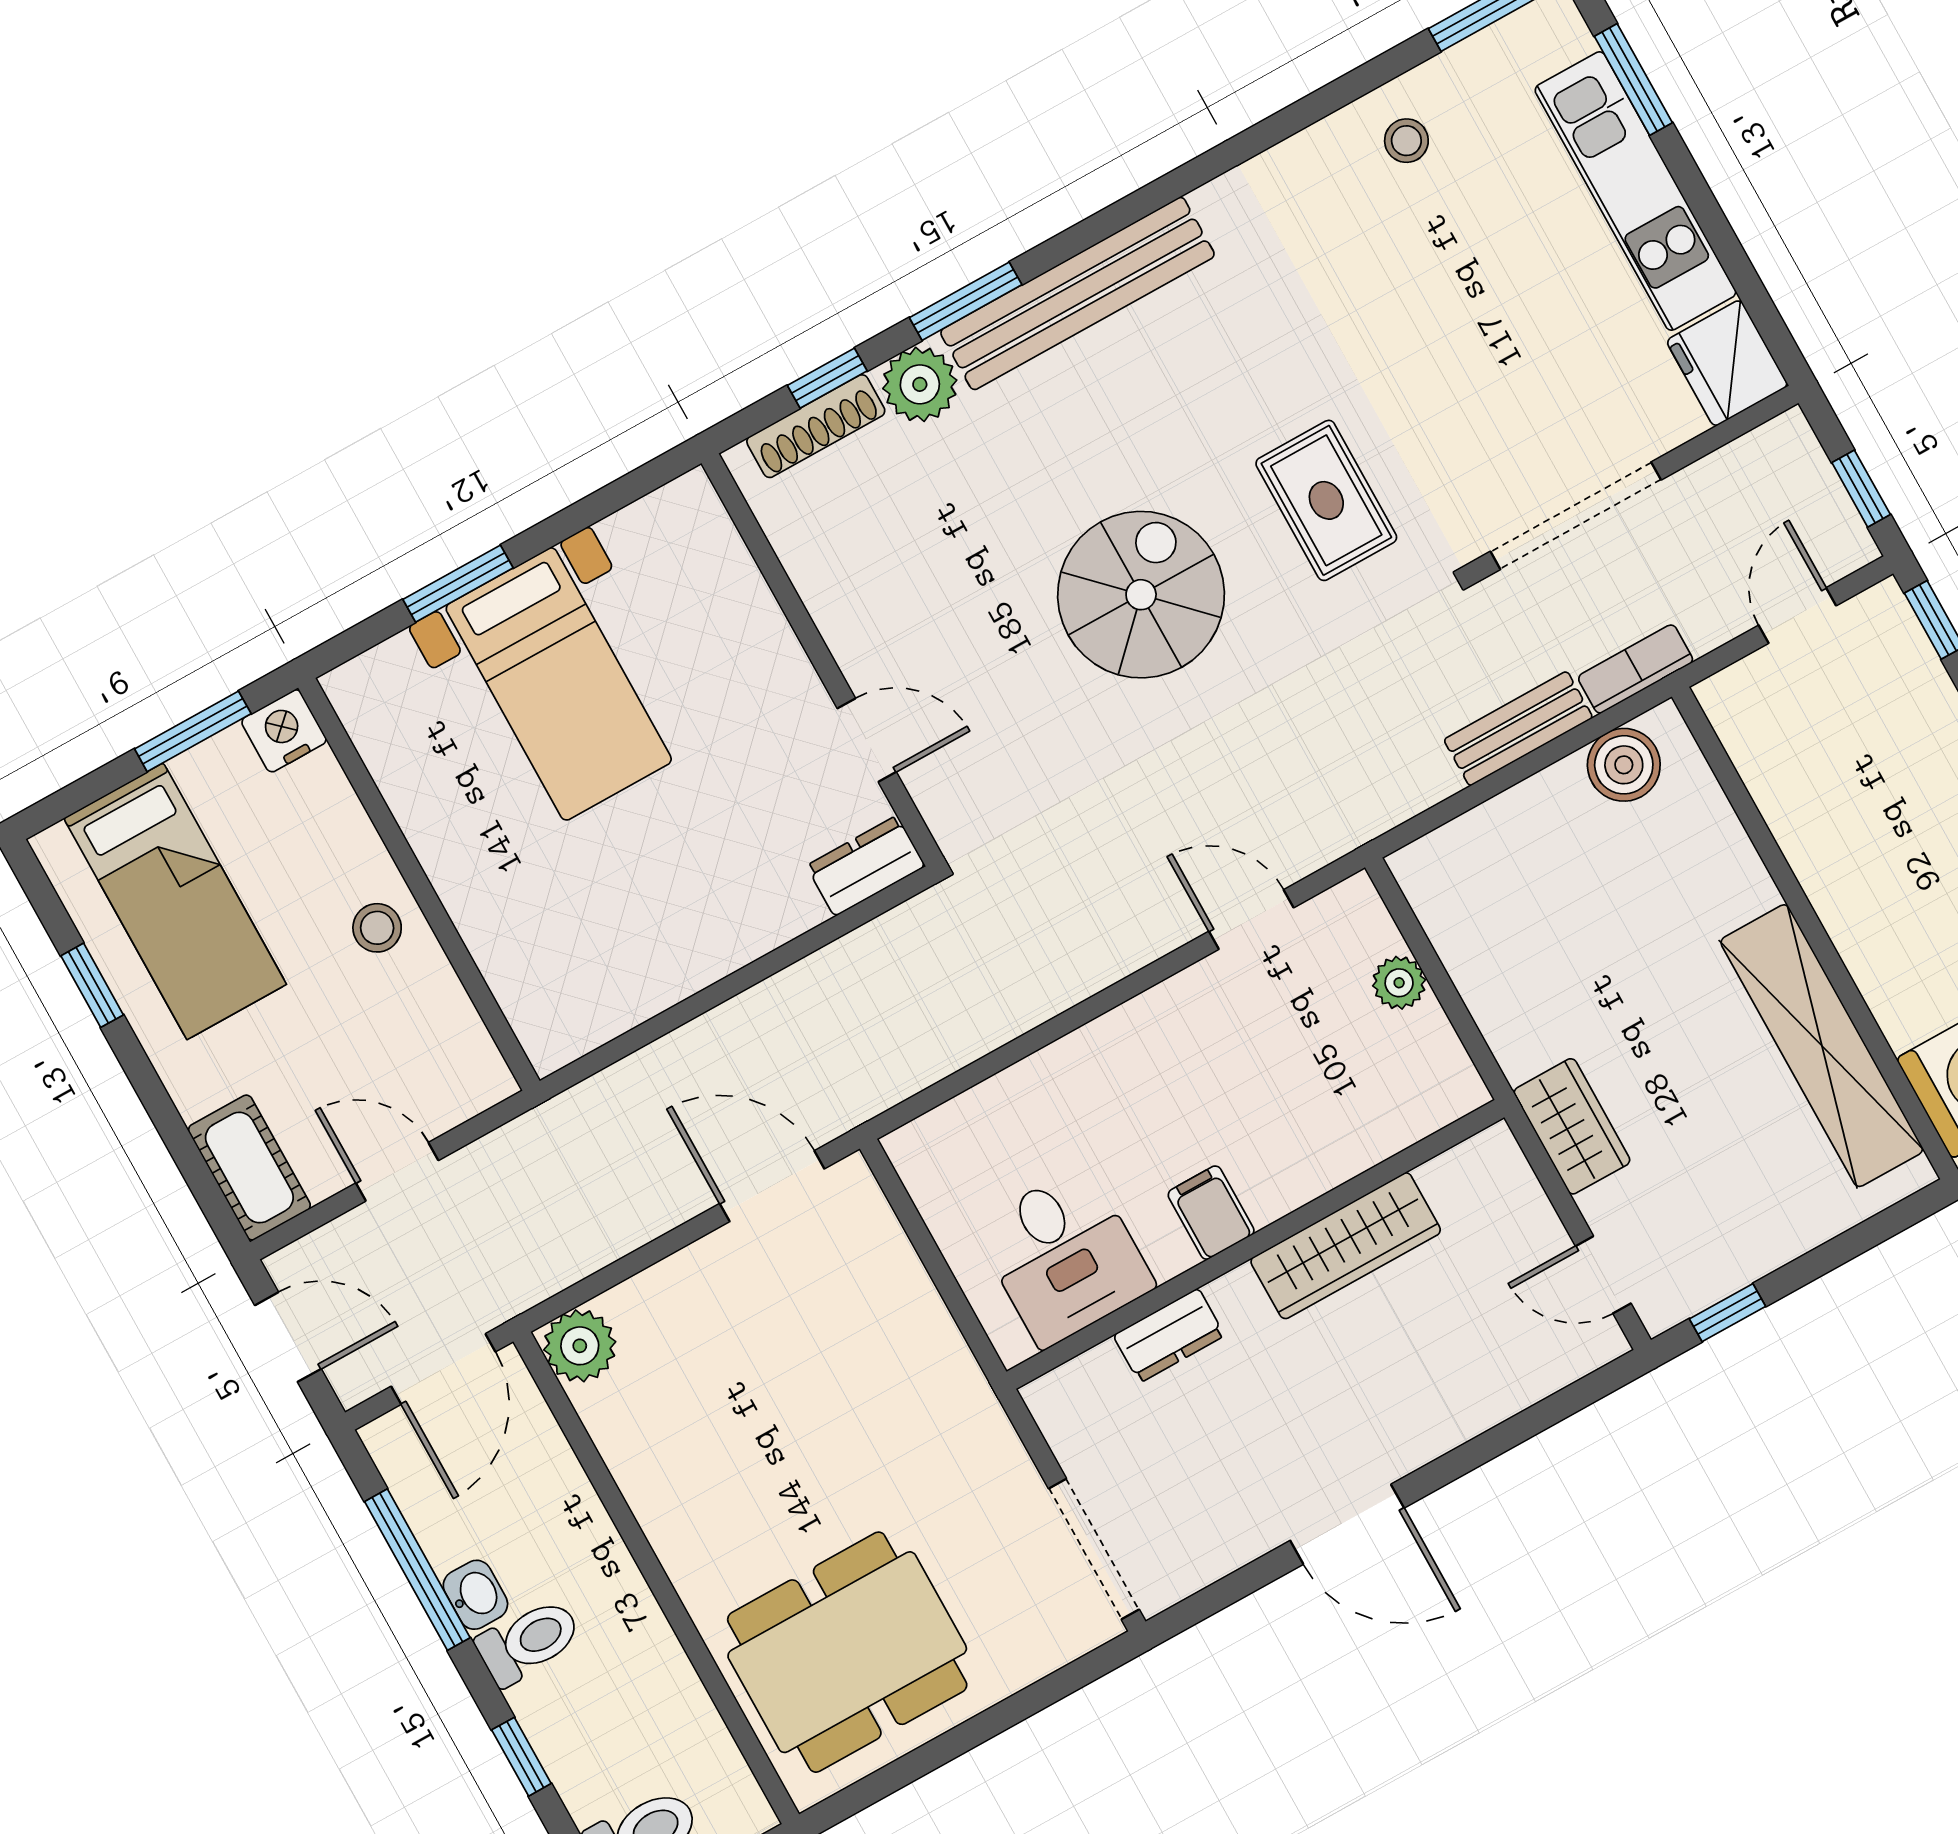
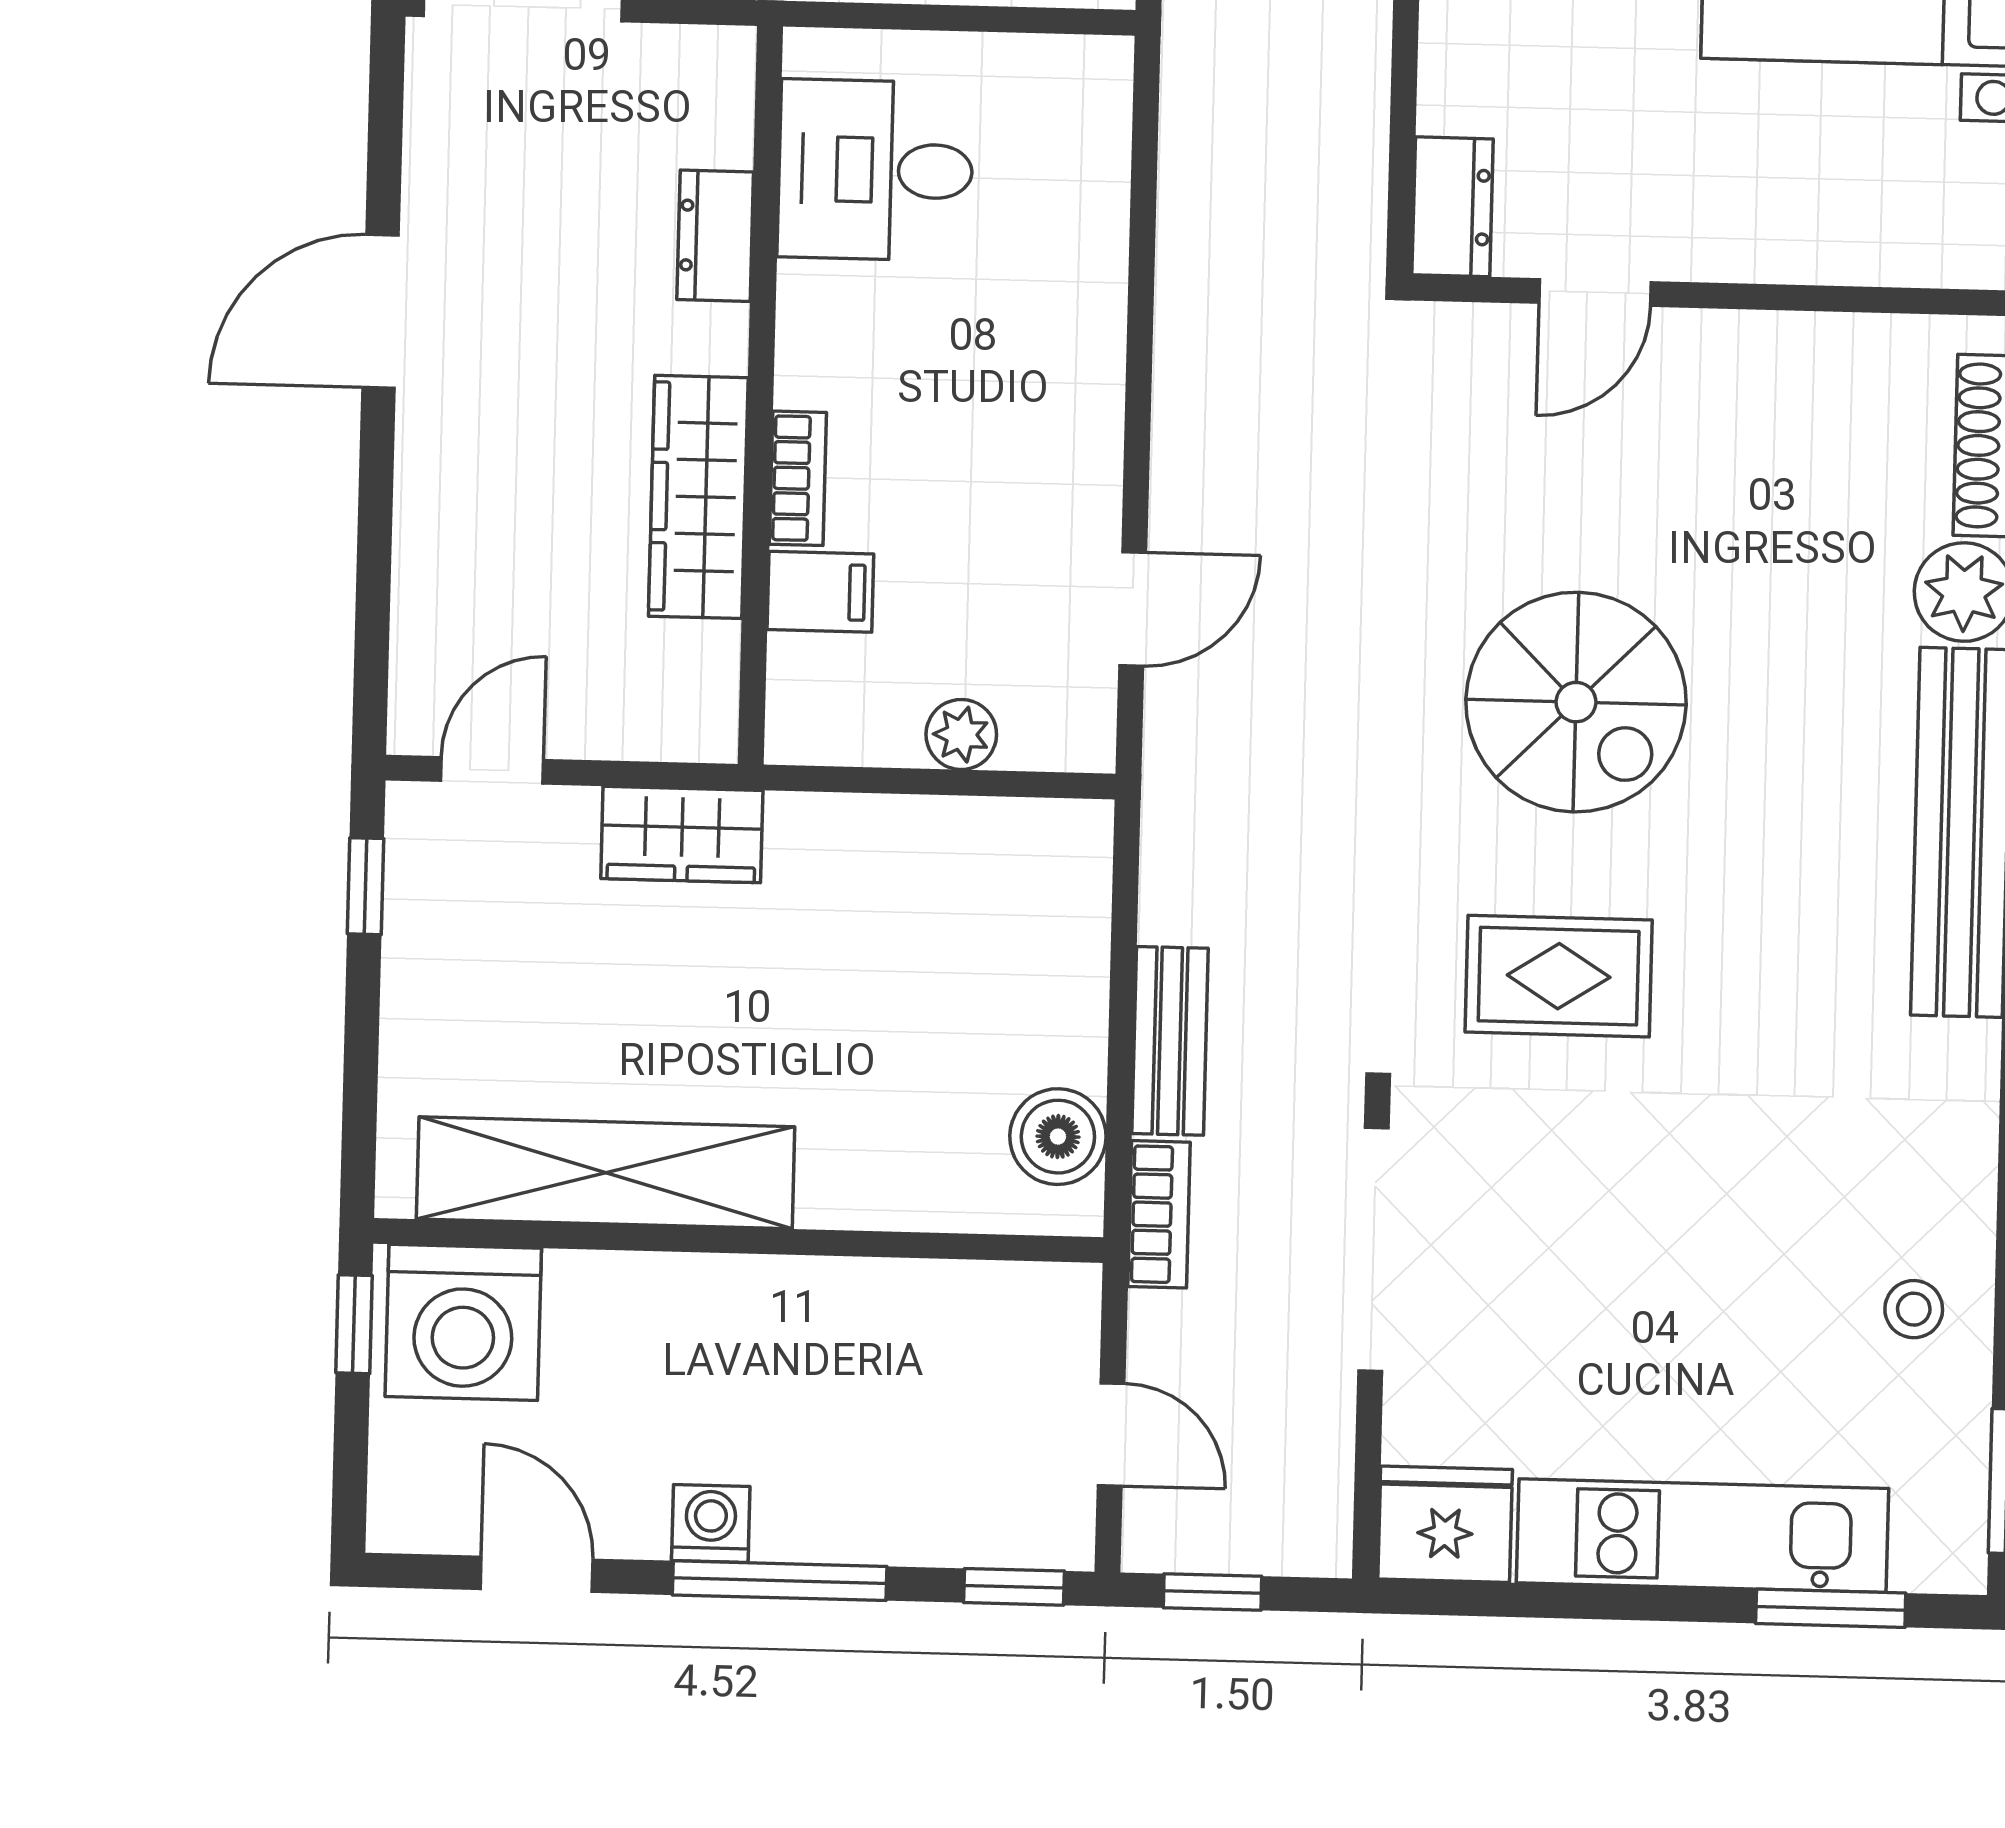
bookcase: (1295, 1188) -> (798, 478), added
filing cabinet: (1211, 1213) -> (820, 592), moved

